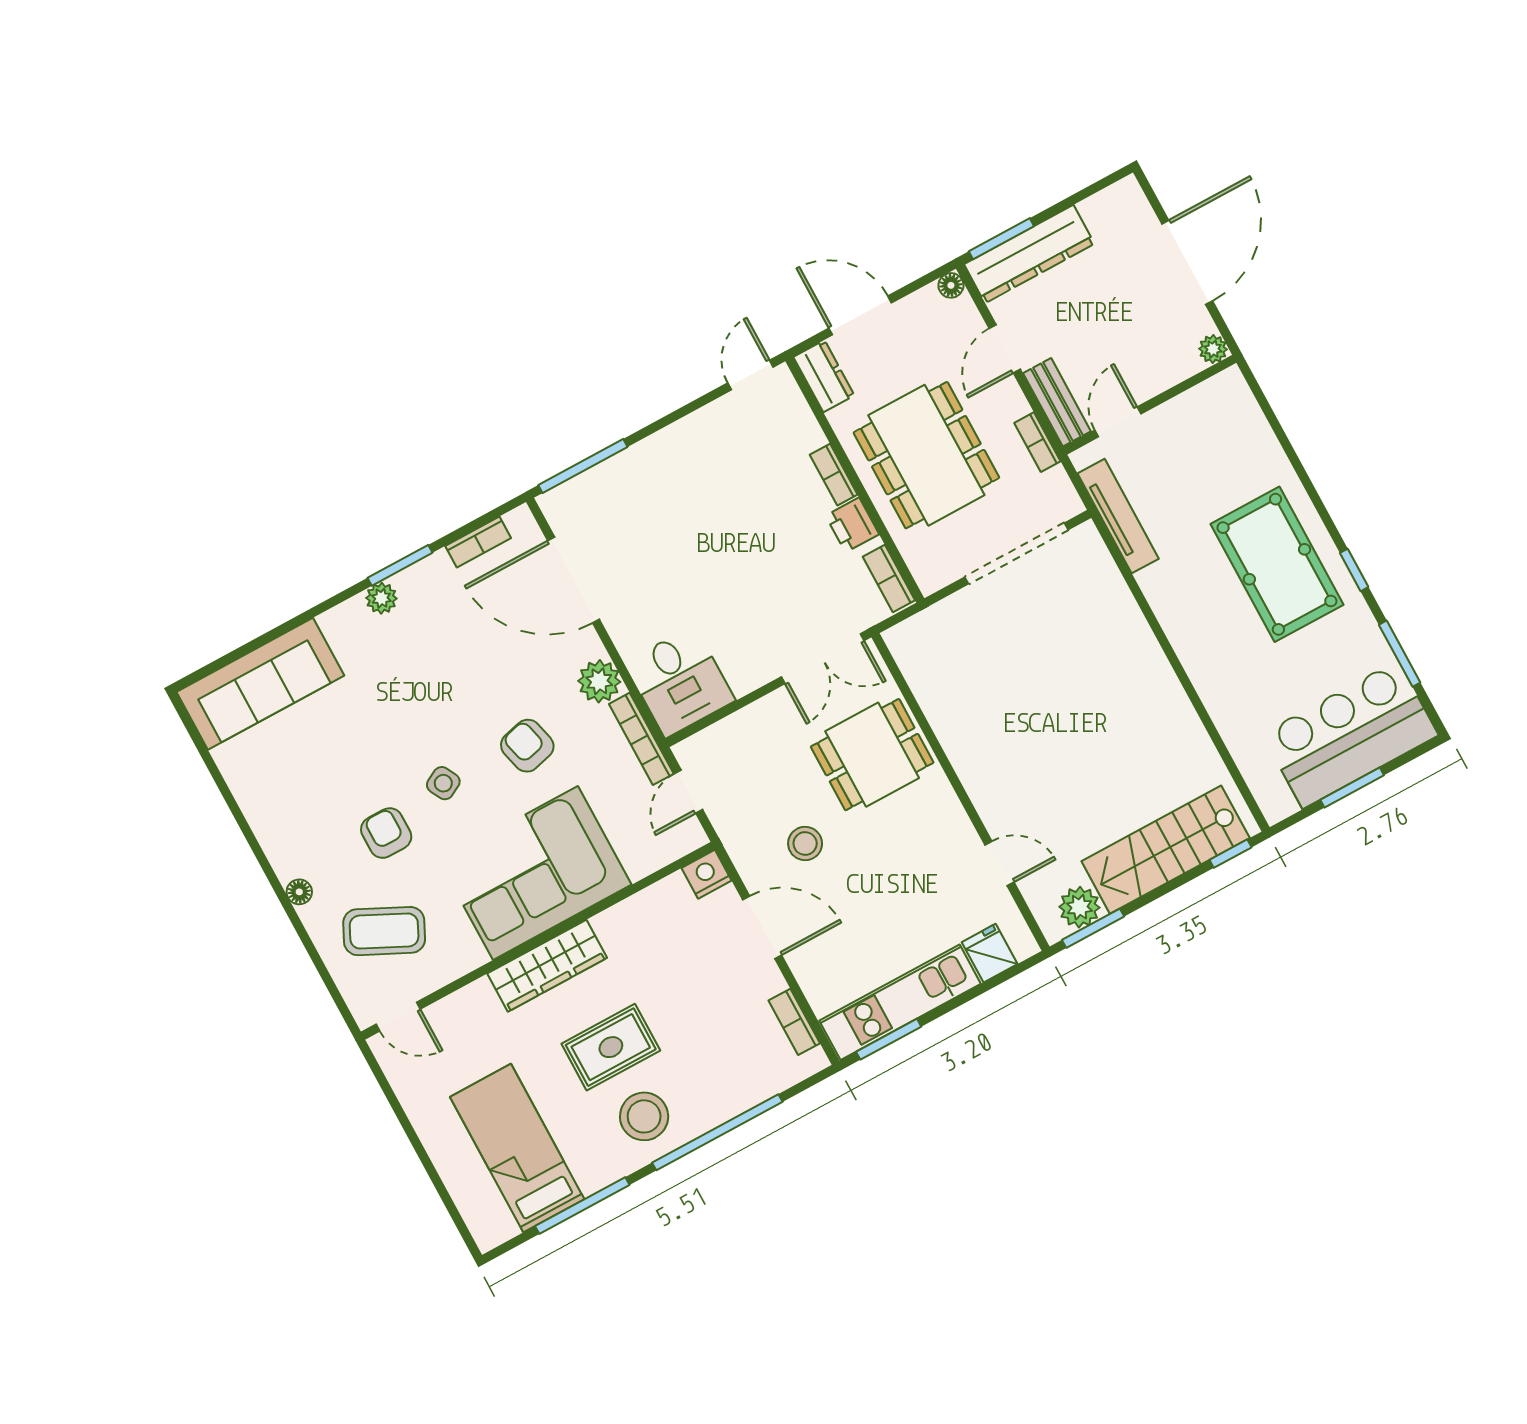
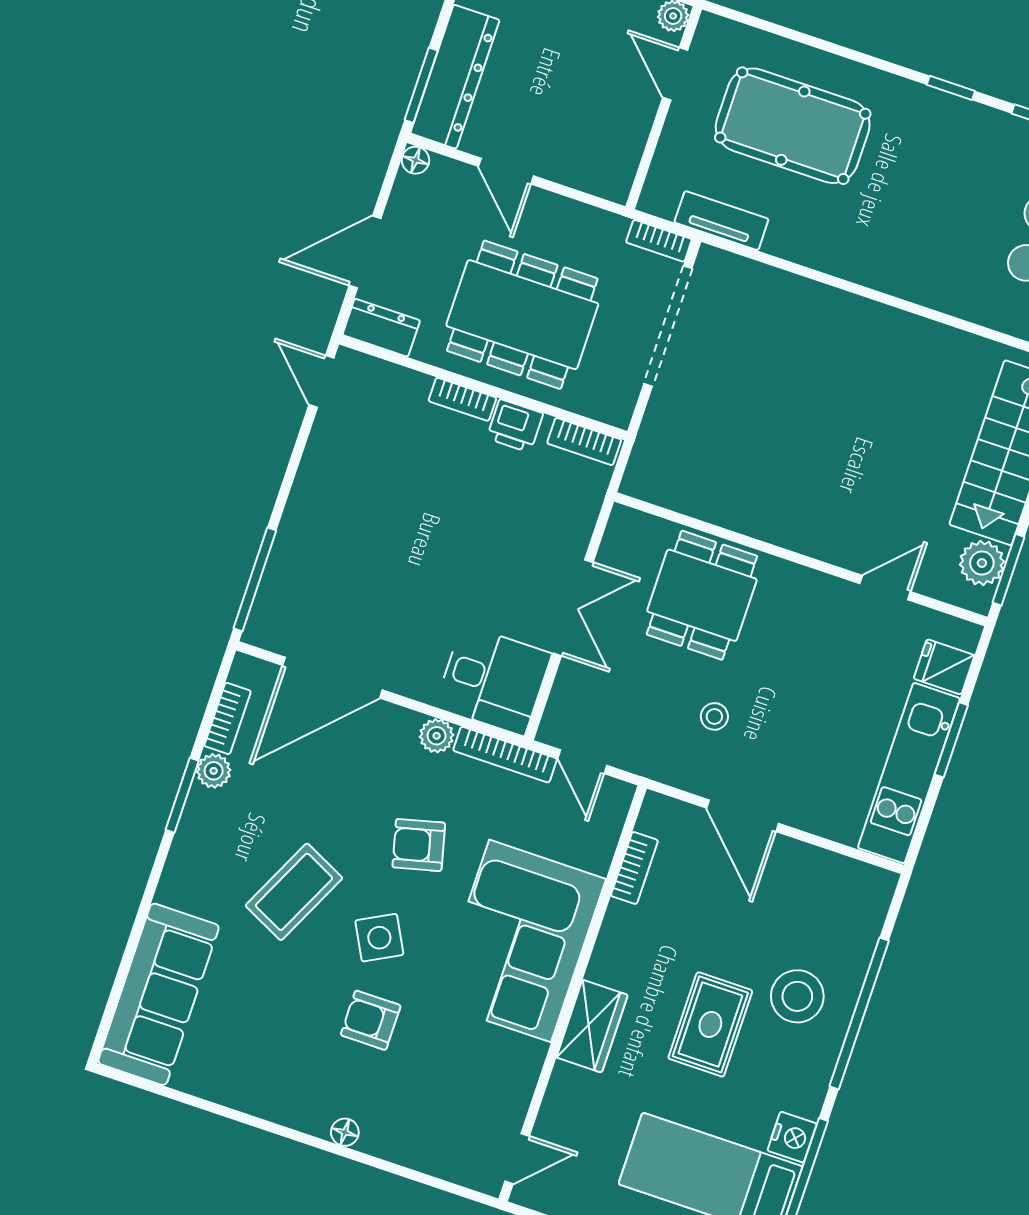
bench: (1057, 402) -> (588, 175), removed
door: (1118, 422) -> (675, 74), moved
bookcase: (1037, 442) -> (659, 241), moved
tv unit: (1118, 516) -> (721, 221), width x0.71
pool table: (1277, 564) -> (793, 126), moved
plant: (381, 598) -> (214, 771), moved
double door: (823, 659) -> (573, 608), moved
plant: (599, 681) -> (437, 736), width x0.73, depth x0.73
side table: (443, 783) -> (379, 938), width x1.37, depth x1.37
stool: (805, 844) -> (714, 716), width x0.73, depth x0.73
nightstand: (707, 874) -> (792, 1137), moved, turned 180
door: (762, 927) -> (742, 816), swing flipped
coffee table: (384, 931) -> (294, 892), moved
wardrobe: (547, 966) -> (592, 1026), width x0.67
bookcase: (794, 1022) -> (634, 868), moved, turned -90
window: (889, 1039) -> (951, 740), moved
stool: (644, 1116) -> (797, 996), moved

